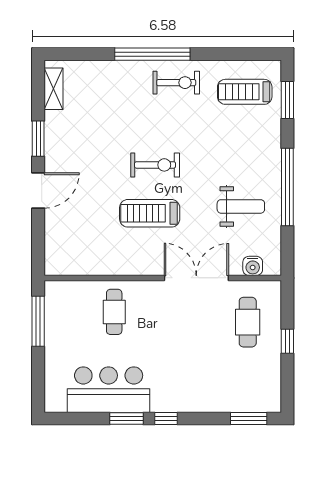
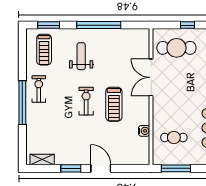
weight bench: (241, 206) -> (81, 56), moved
water cooler: (253, 266) -> (144, 131), moved
cafe table: (114, 312) -> (174, 138), moved
cafe table: (248, 322) -> (176, 48), width x1.37, depth x1.35

